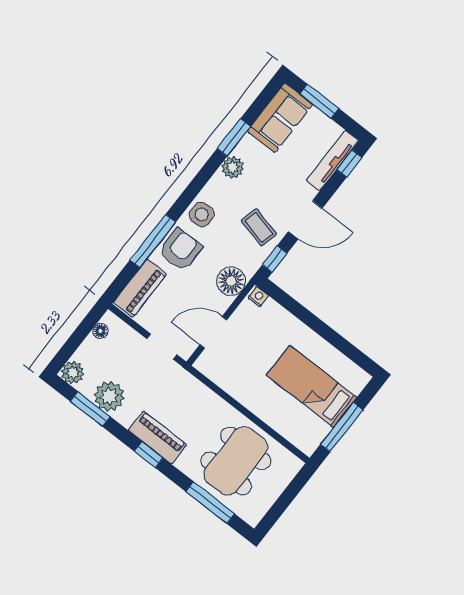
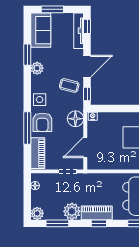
armchair: (180, 250) -> (42, 122), turned 180
plant: (109, 396) -> (72, 211), moved

